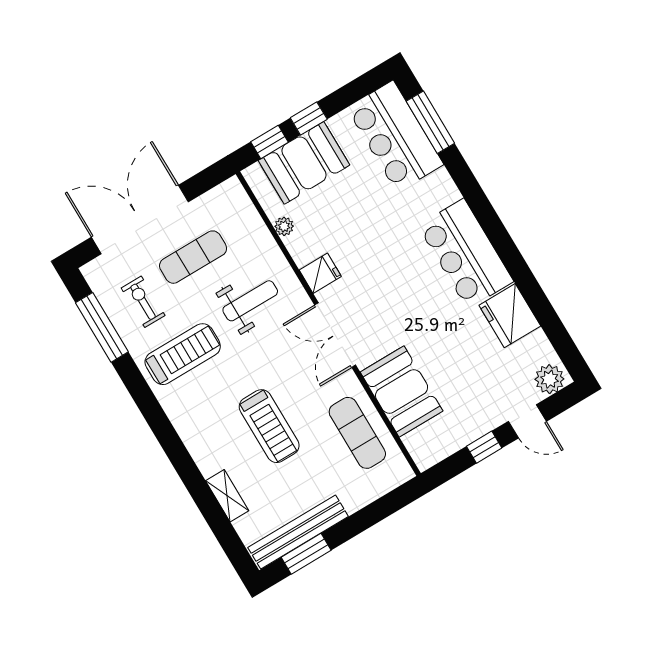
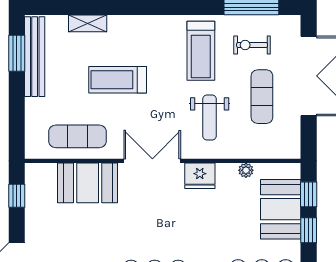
fridge: (320, 273) -> (200, 176), width x1.38
exercise bike: (143, 302) -> (252, 45), turned 180
window: (484, 447) -> (17, 196), moved

